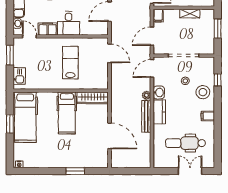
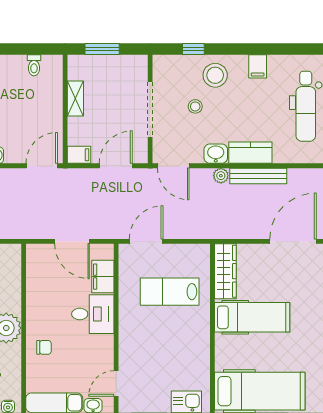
filing cabinet: (48, 29) -> (103, 277), moved
door: (152, 36) -> (116, 166), swing flipped
lab bench: (70, 63) -> (170, 292), moved

